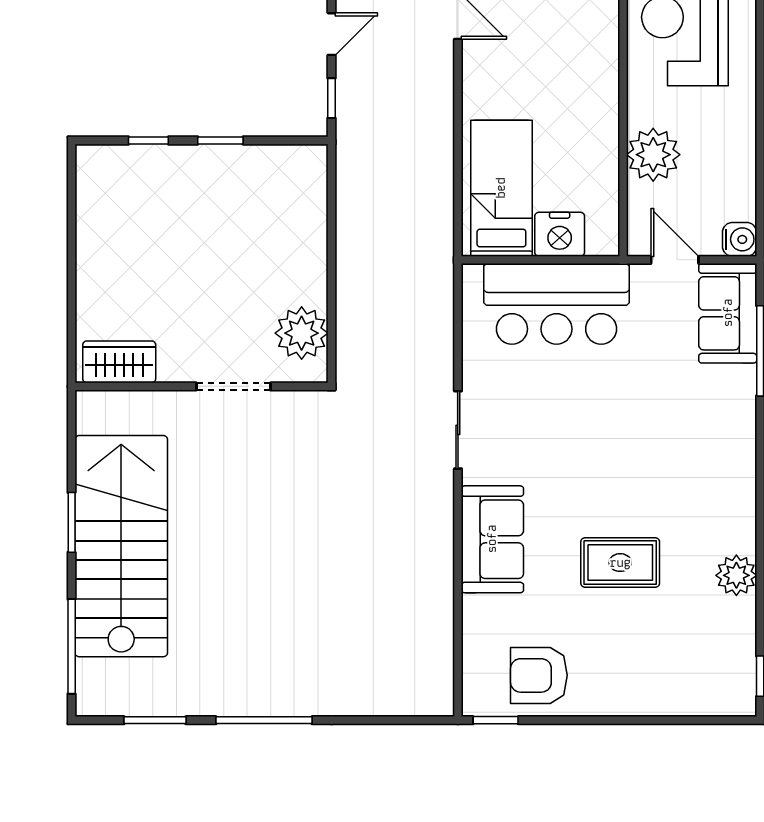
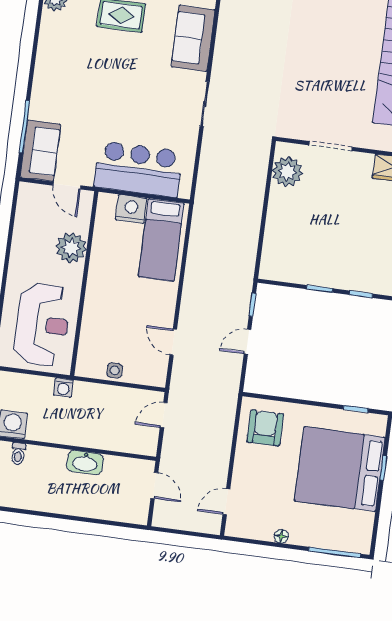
water cooler: (740, 239) -> (28, 192), removed

